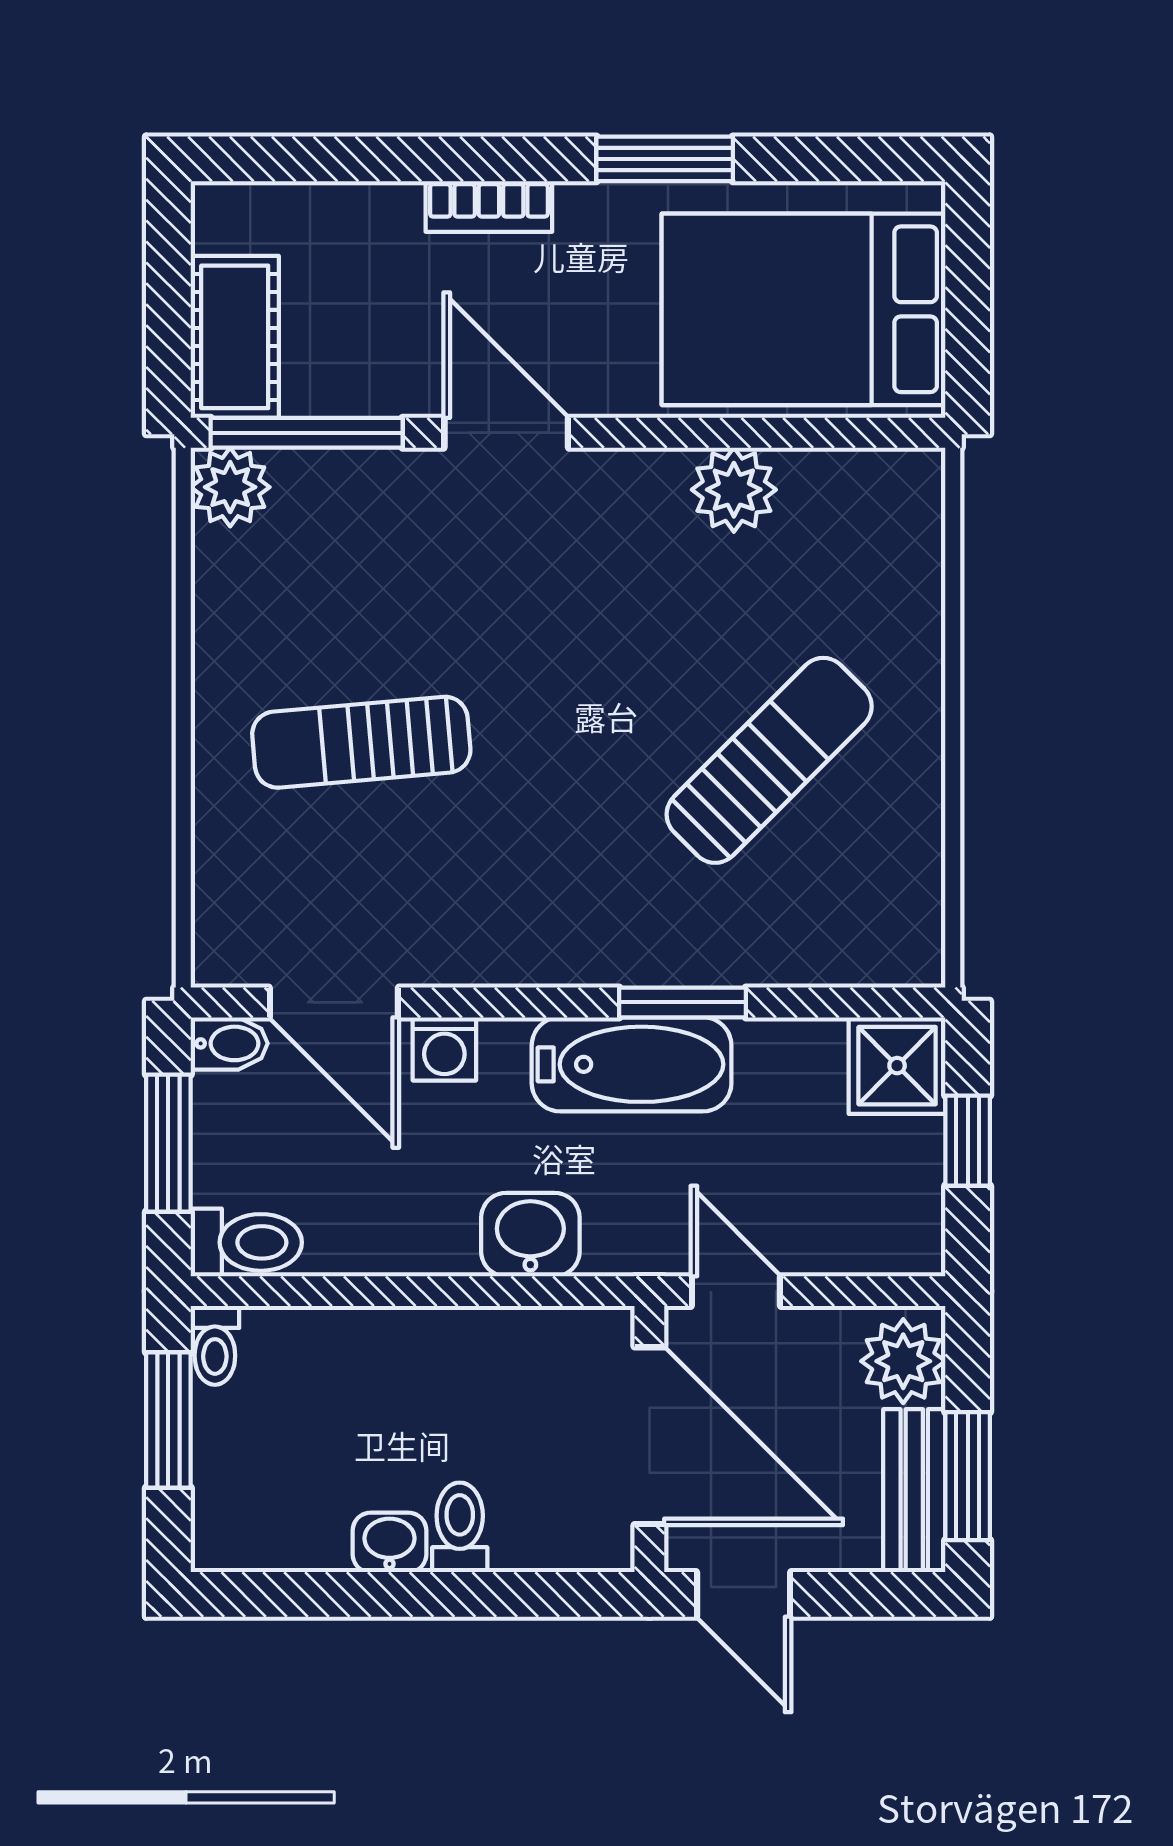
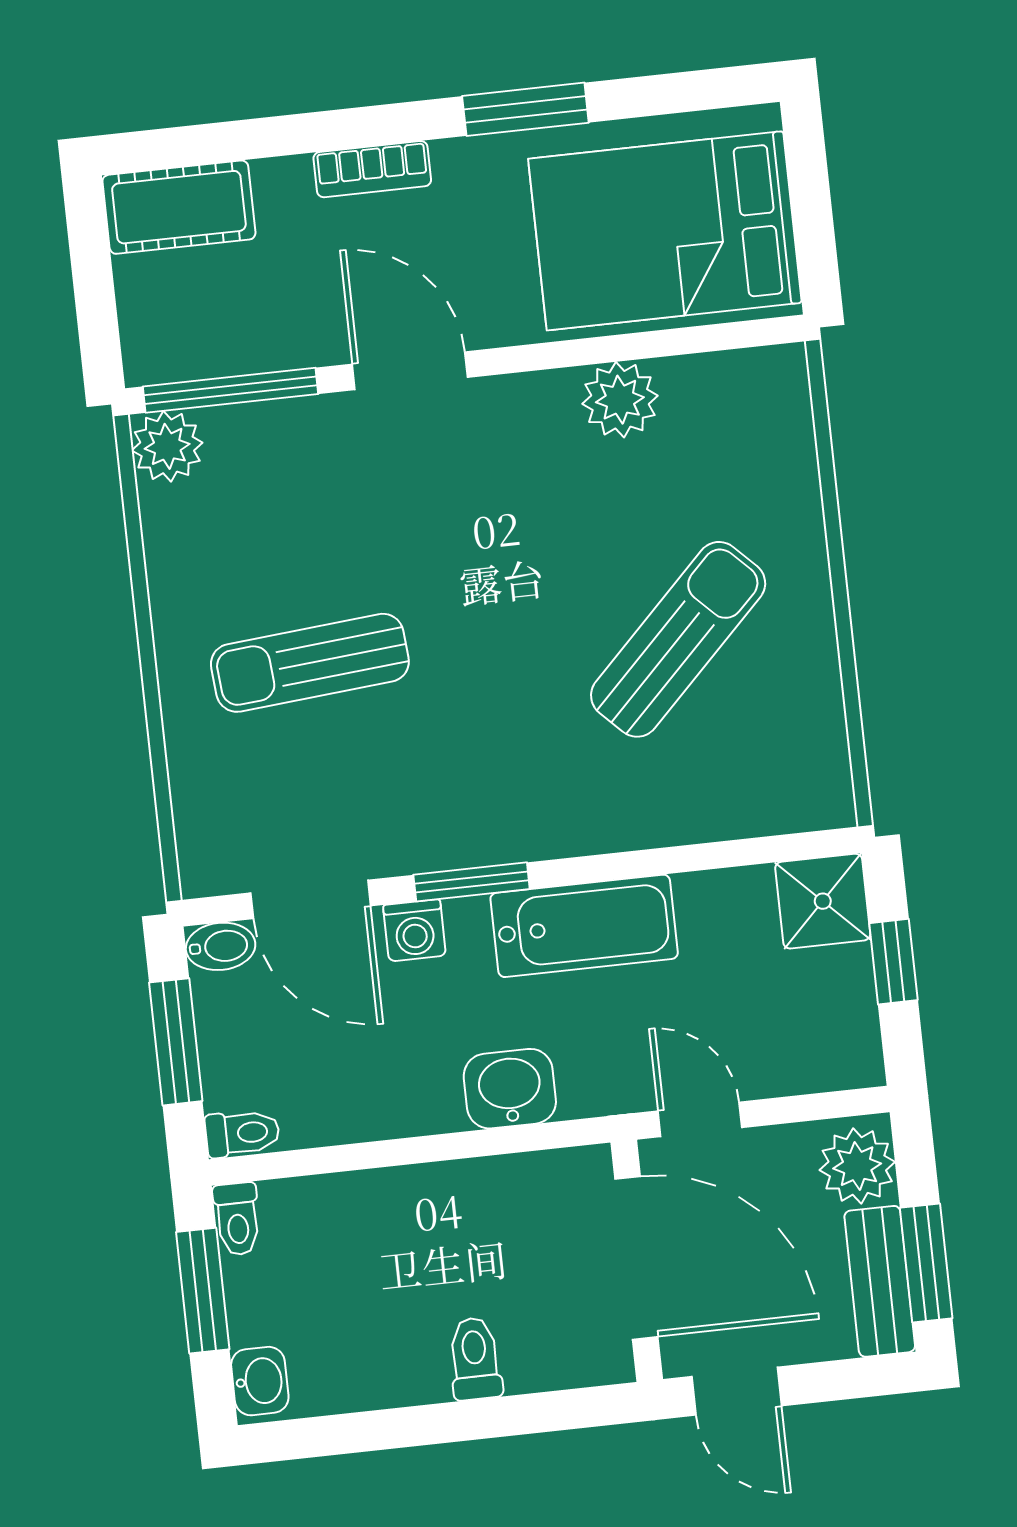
cot: (235, 337) -> (179, 207), moved, turned 90
window: (683, 1002) -> (472, 882), moved
toilet: (246, 1242) -> (242, 1133), width x0.73, depth x0.72
washbasin: (389, 1542) -> (260, 1381), moved, turned 90

